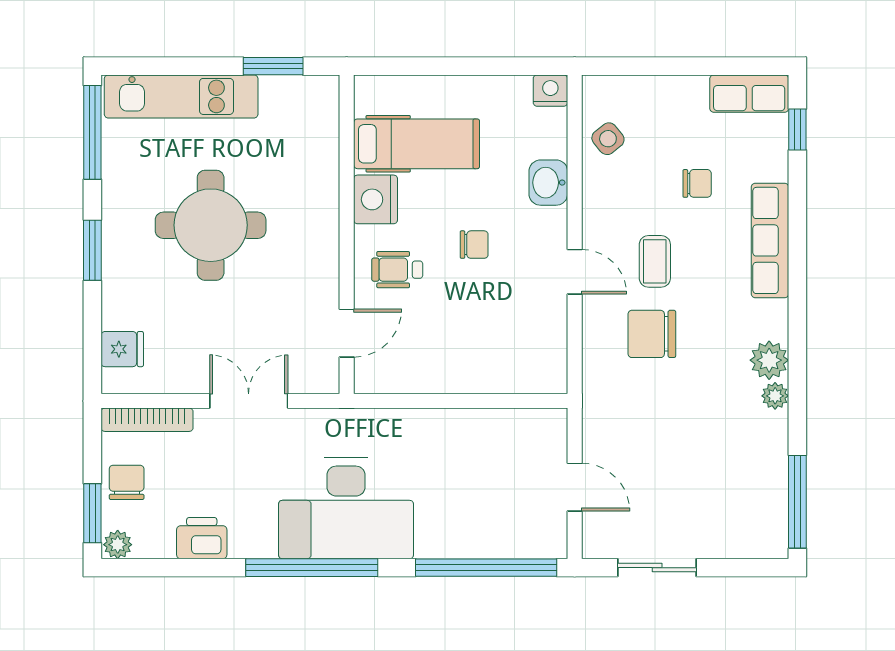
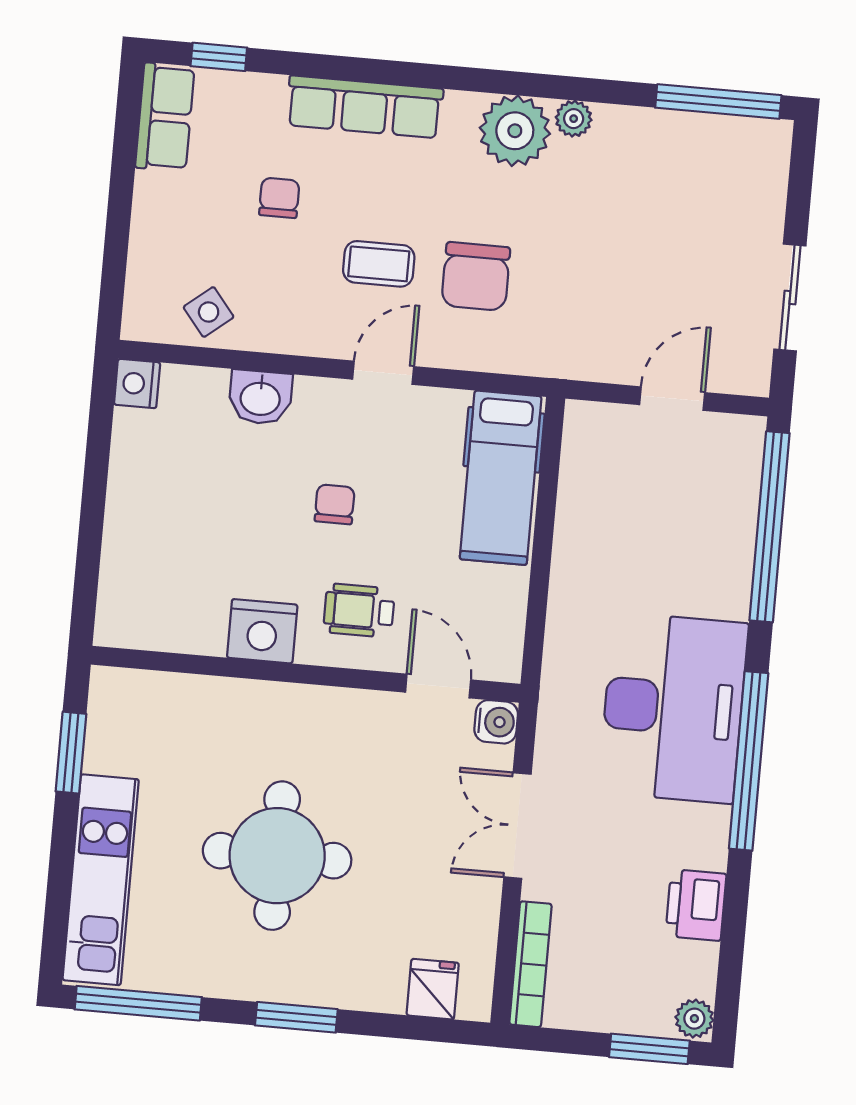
hospital bed: (416, 144) -> (501, 478), moved, turned 180
wheelchair: (397, 270) -> (359, 611), turned 90
plant: (769, 360) -> (515, 131), width x1.36, depth x1.36
water cooler: (324, 378) -> (496, 722), added
chair: (127, 482) -> (612, 999), removed

